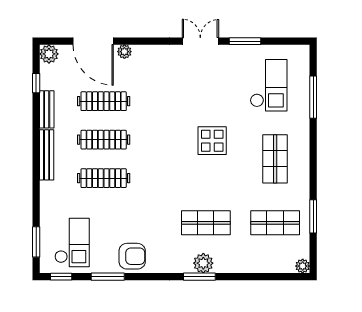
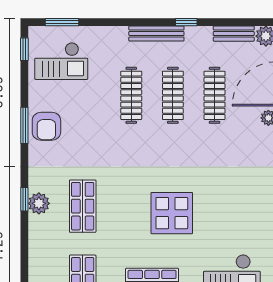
window: (36, 83) -> (186, 22), moved
bench: (47, 109) -> (234, 34), moved
display table: (212, 141) -> (172, 213), width x1.36, depth x1.36
window: (108, 277) -> (24, 125), moved
window: (199, 277) -> (24, 199), width x0.67

